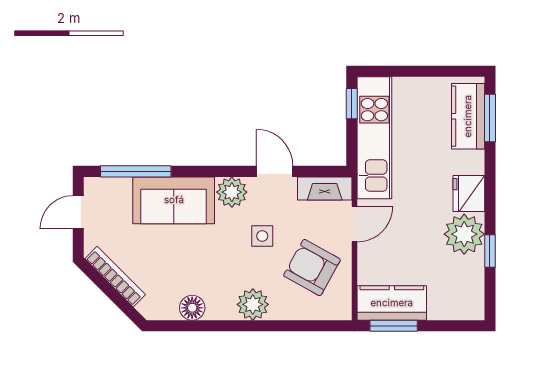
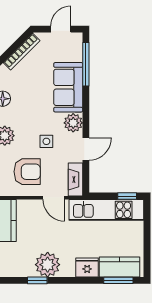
fridge: (469, 194) -> (87, 267), moved
door: (78, 212) -> (61, 29), hinge flipped
armchair: (312, 268) -> (27, 172), turned 61

